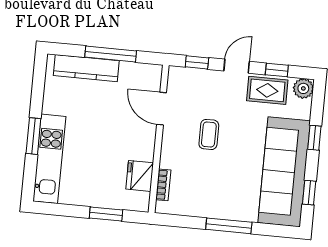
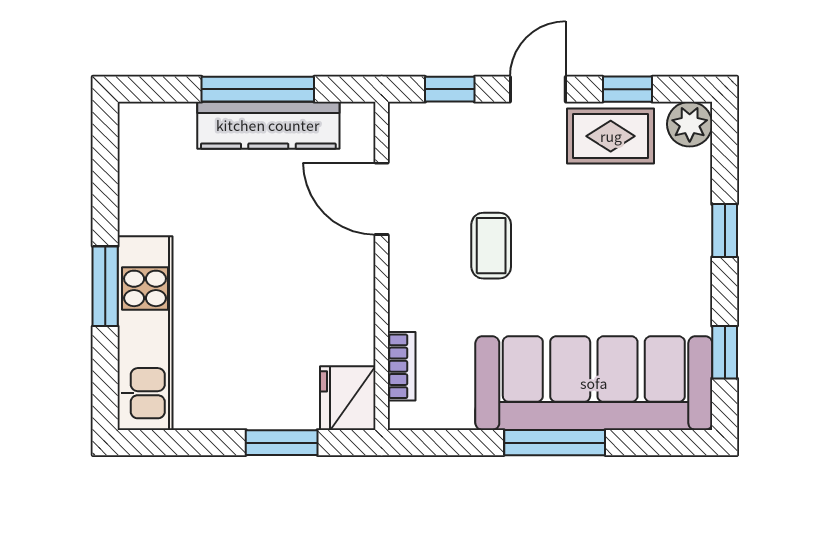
kitchen counter: (86, 68) -> (268, 125), moved
sofa: (284, 172) -> (594, 383), moved, turned 90
fridge: (140, 176) -> (348, 398), moved

